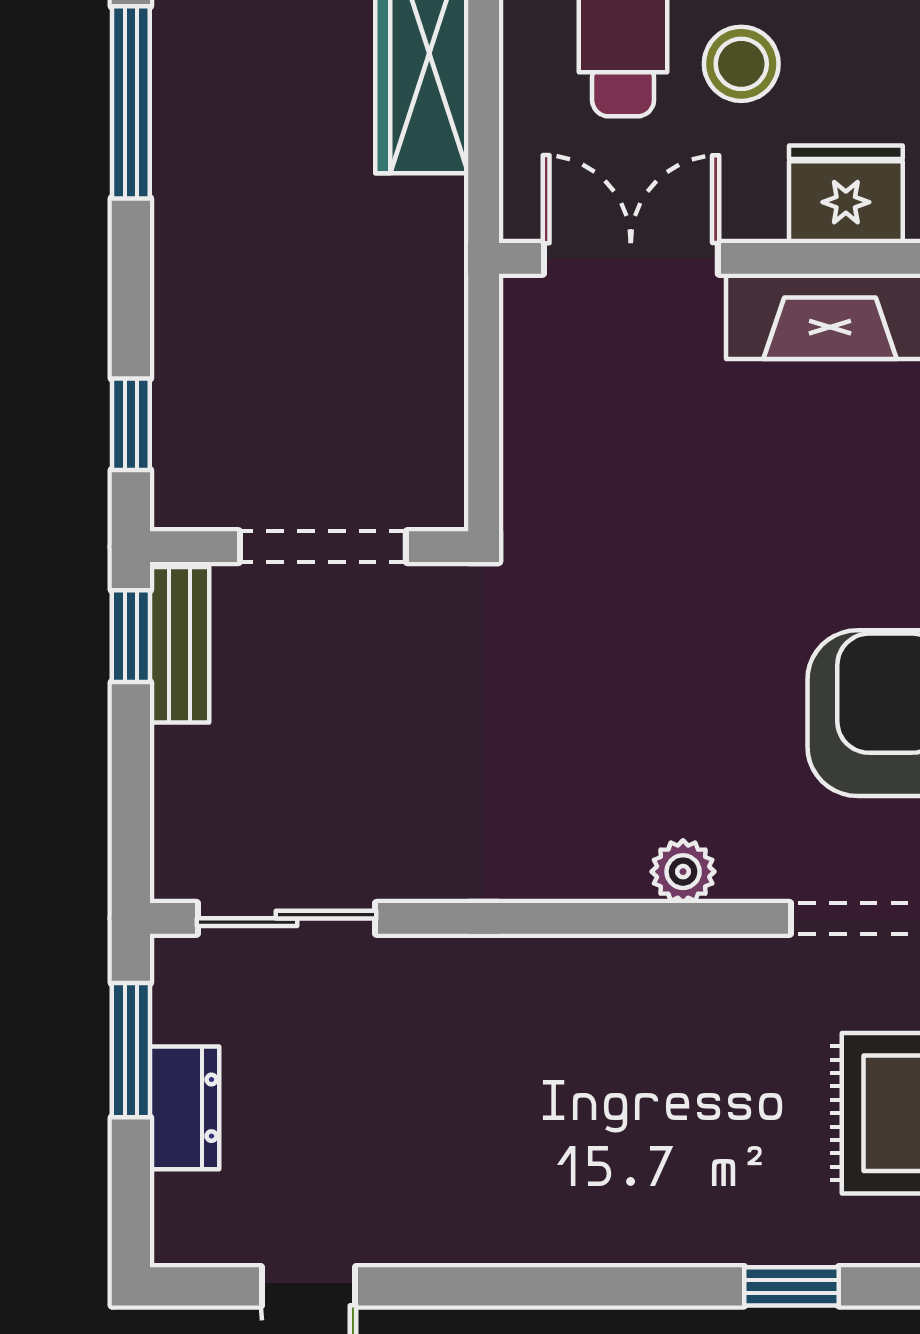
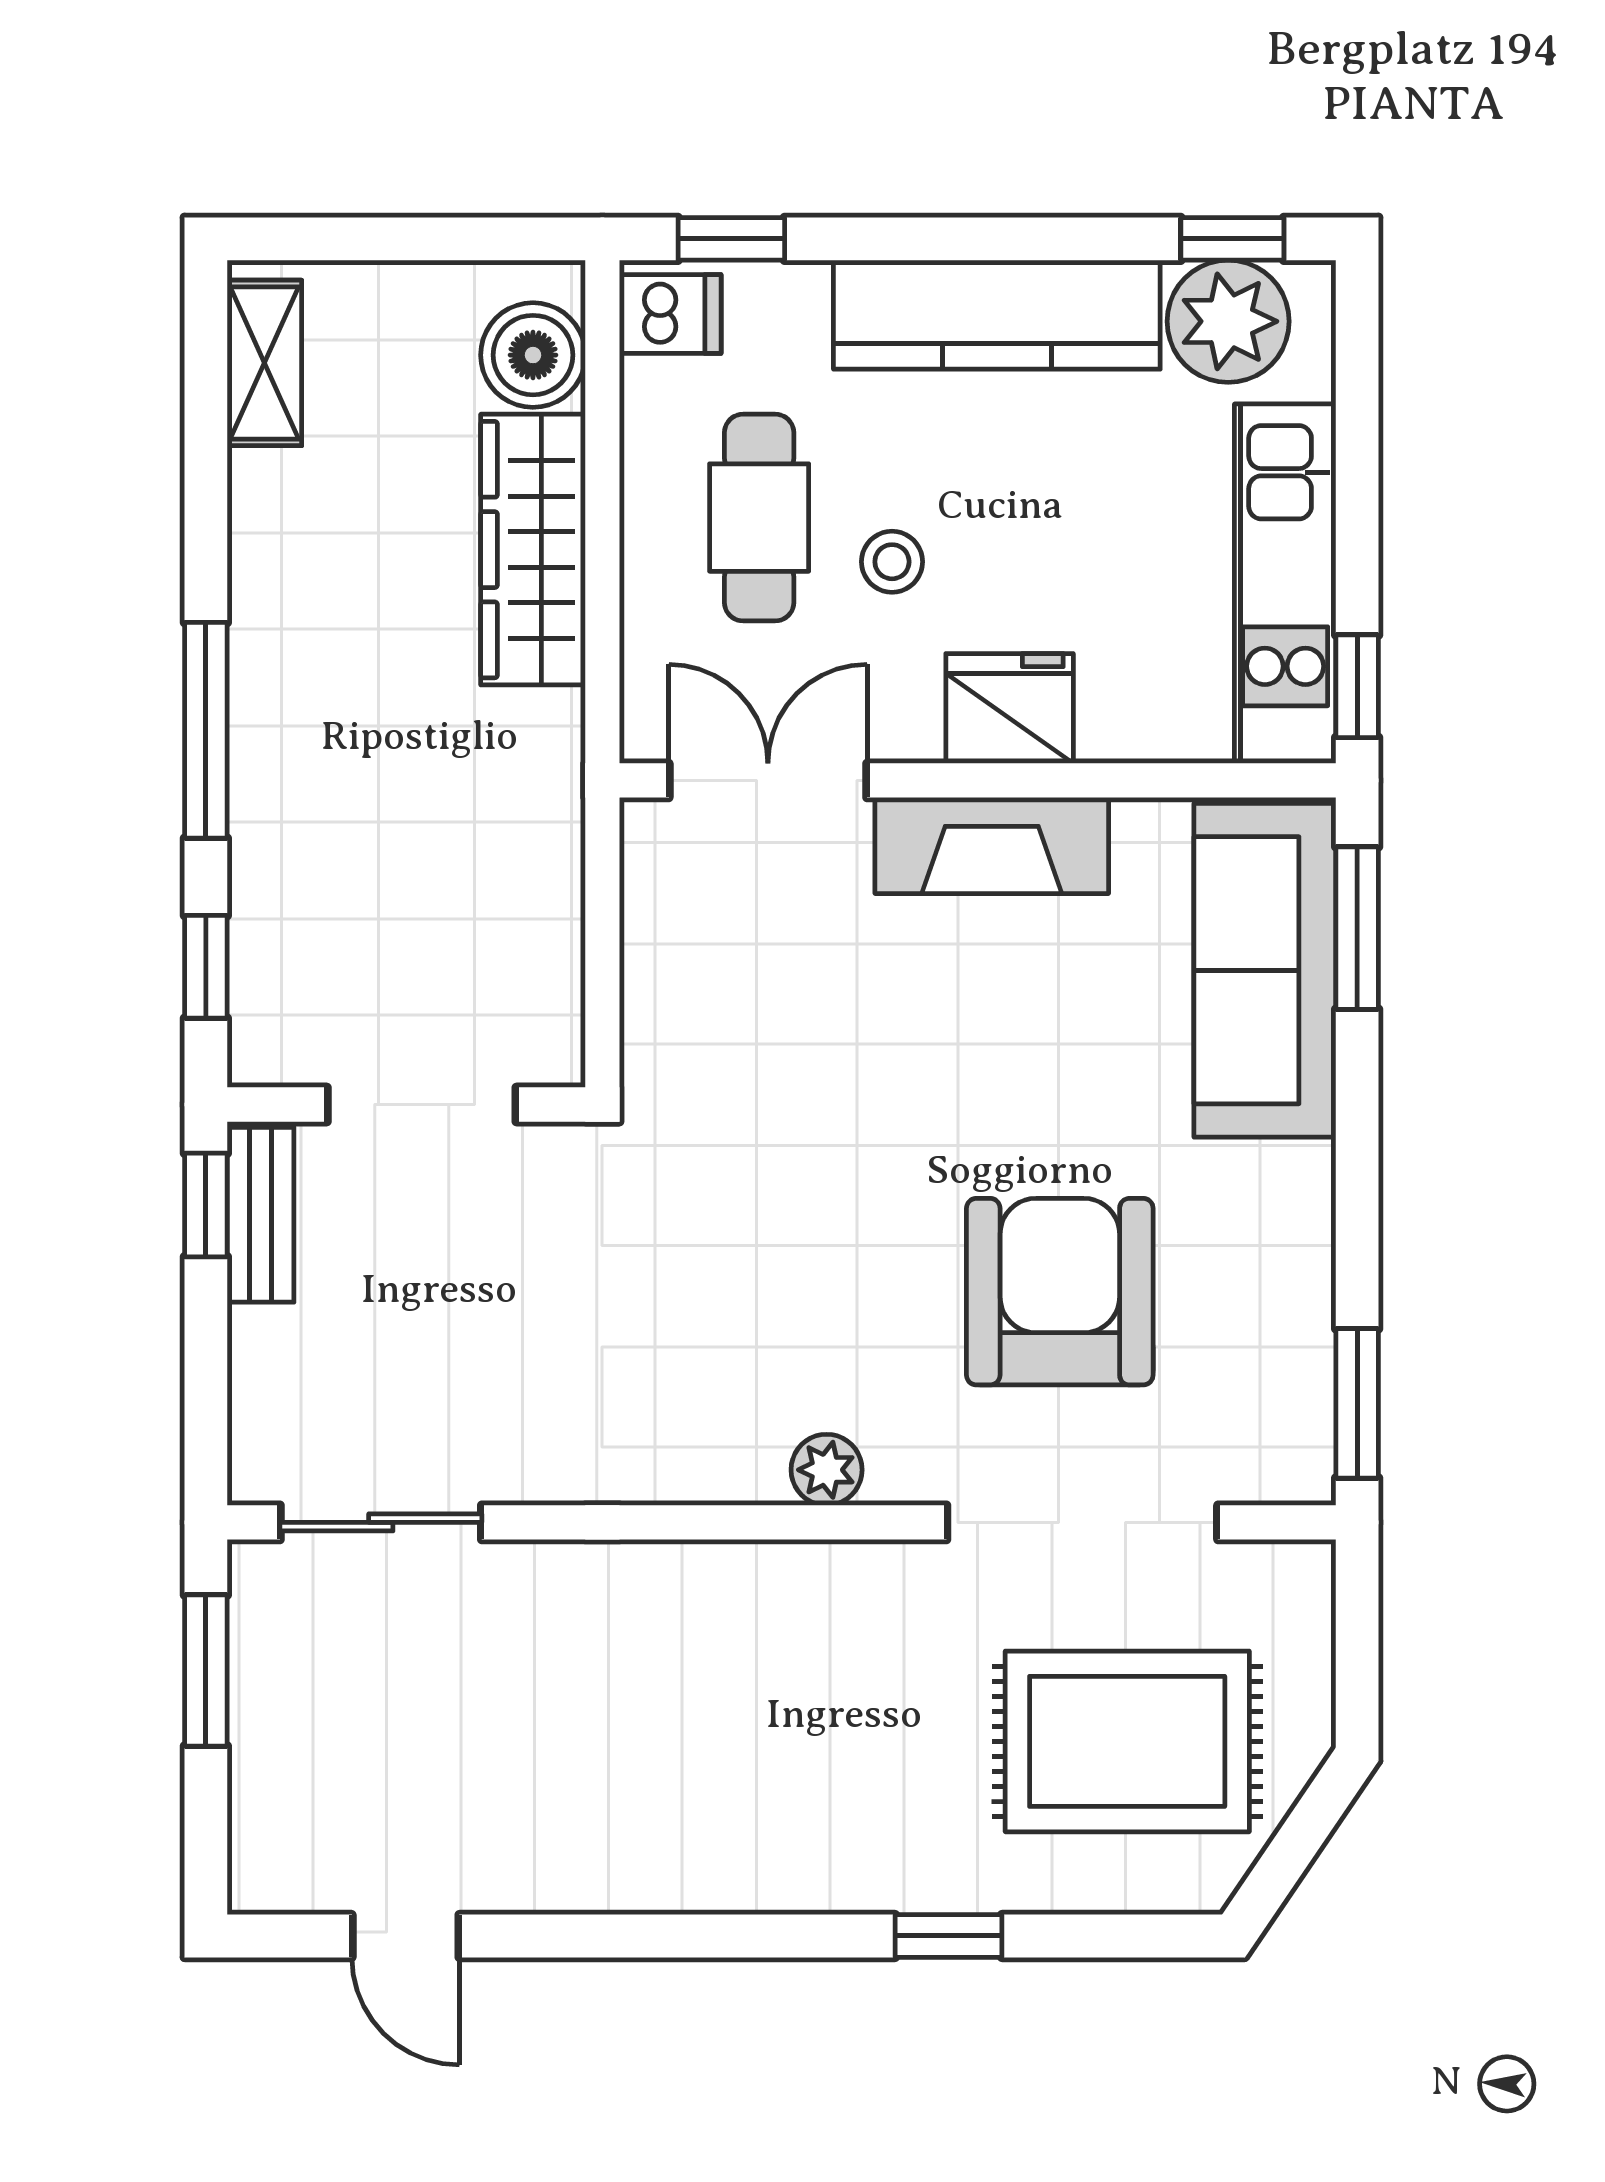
stool: (741, 64) -> (892, 562), width x0.73, depth x0.73
window: (131, 102) -> (206, 730), moved
dresser: (184, 1108) -> (266, 1735), removed

